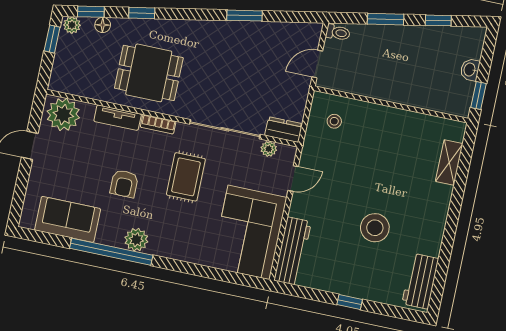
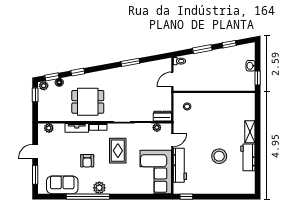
plant: (63, 115) -> (49, 128), width x0.53, depth x0.53
shelving: (449, 162) -> (250, 132), moved
window: (20, 190) -> (35, 175), added
workbench: (293, 251) -> (180, 165), moved
workbench: (420, 281) -> (248, 157), moved
window: (350, 302) -> (186, 197), moved

